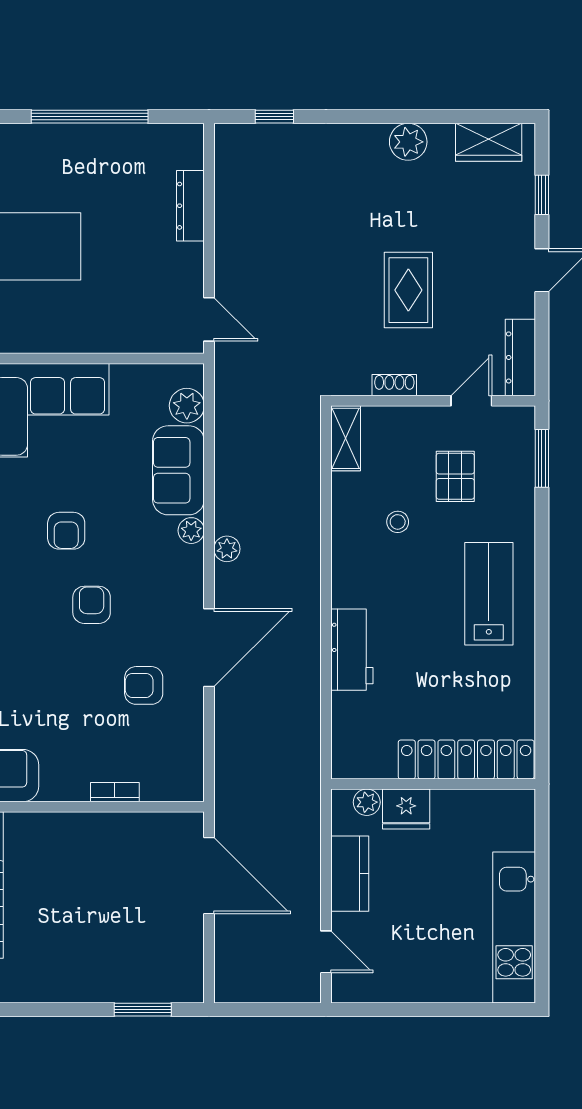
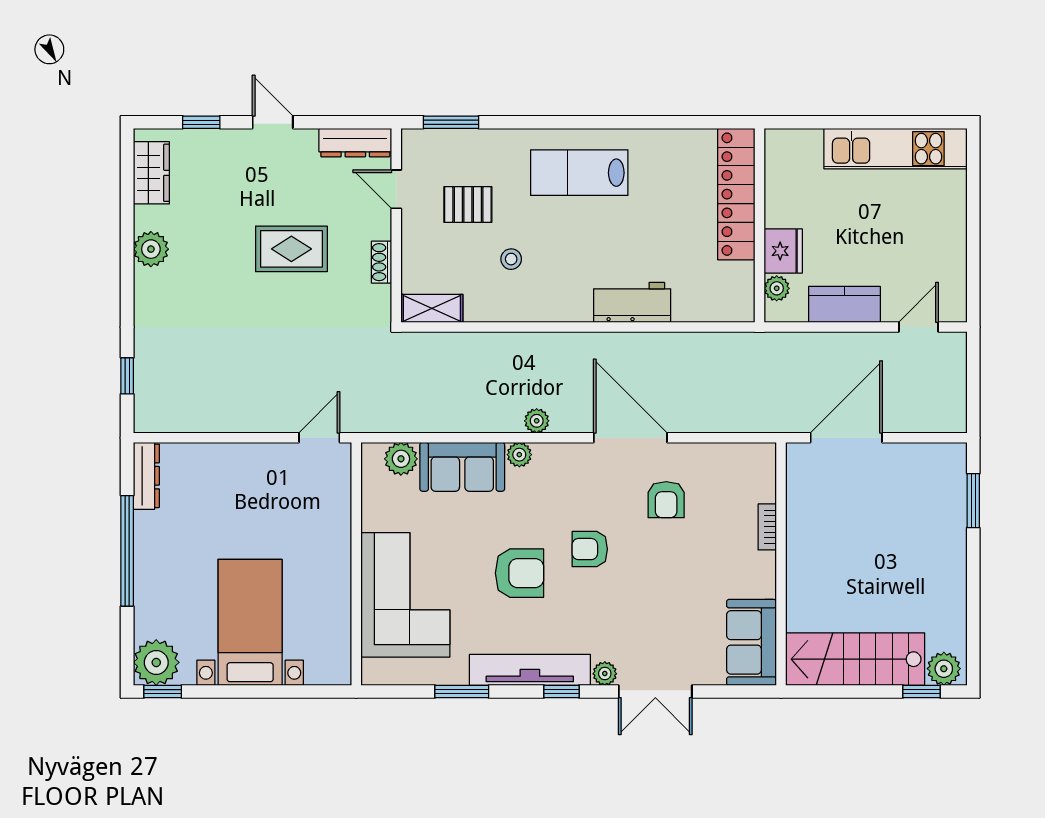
dresser: (190, 206) -> (146, 476), moved, turned -90
armchair: (66, 531) -> (519, 573), width x1.38, depth x1.38

